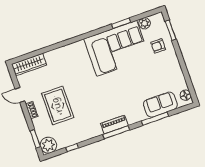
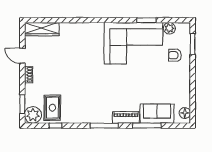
rug: (58, 105) -> (52, 108), moved, width x0.73, depth x0.70
piano: (114, 125) -> (126, 117), moved

